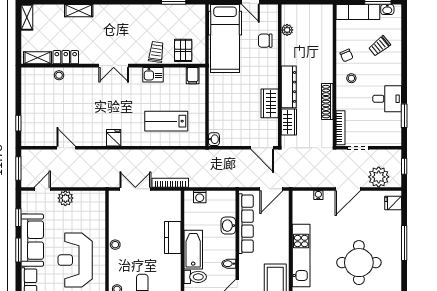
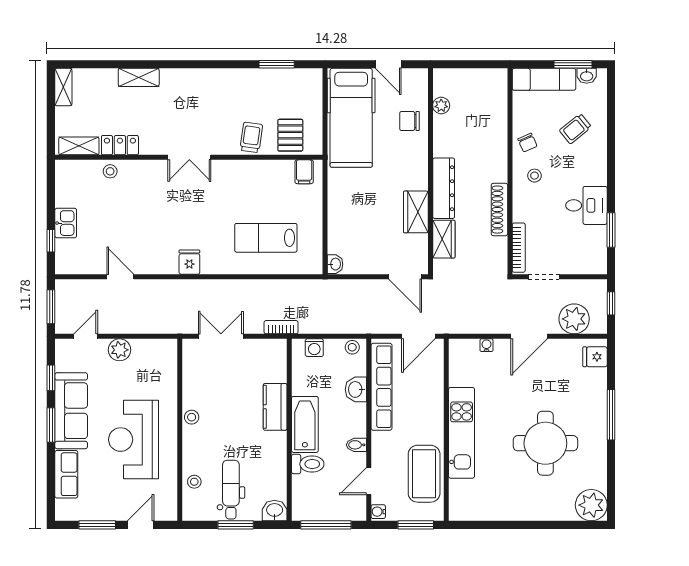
kitchen sink: (153, 75) -> (66, 223), moved, turned -90
bookcase: (170, 183) -> (281, 327), width x0.64
stool: (226, 196) -> (352, 347), added

